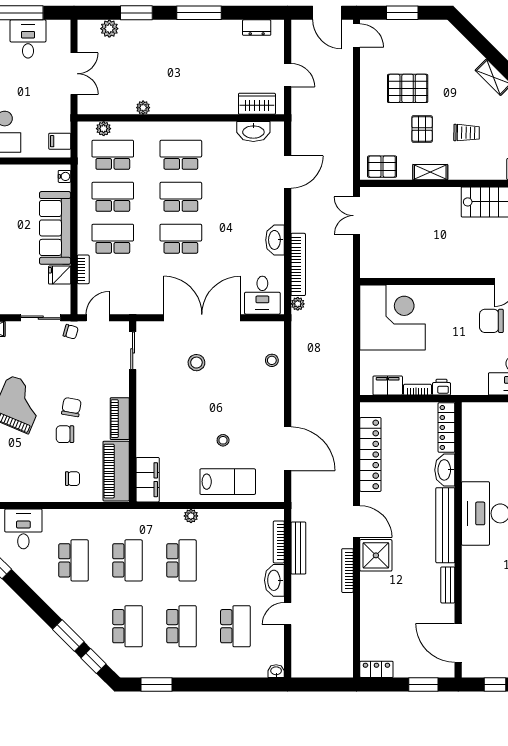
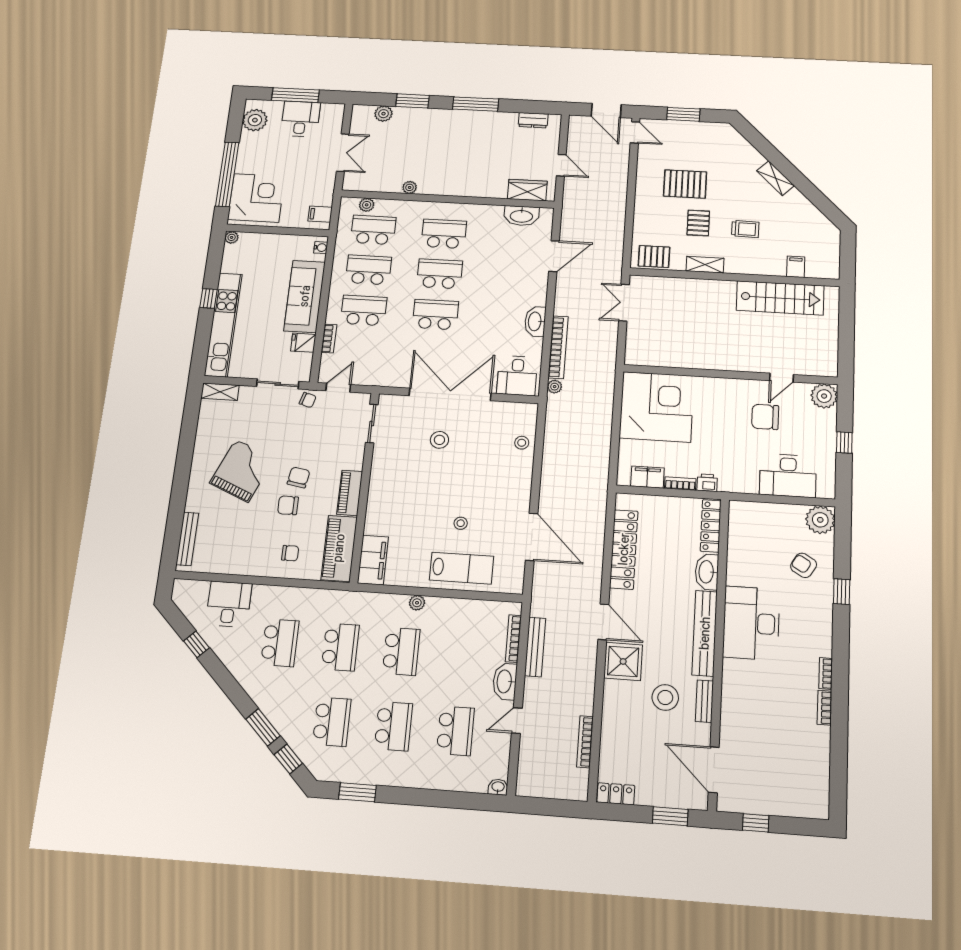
bookcase: (347, 571) -> (585, 742), moved
stool: (414, 584) -> (665, 697), added

